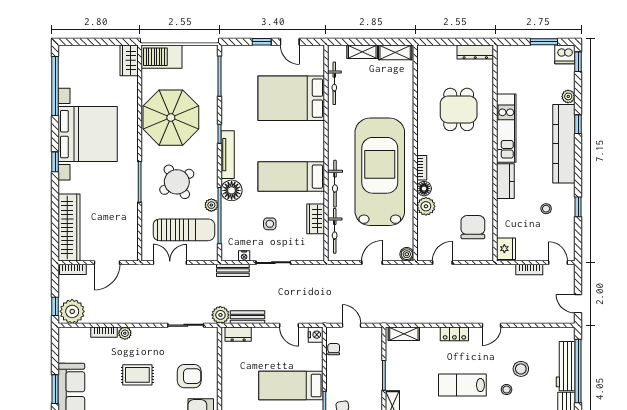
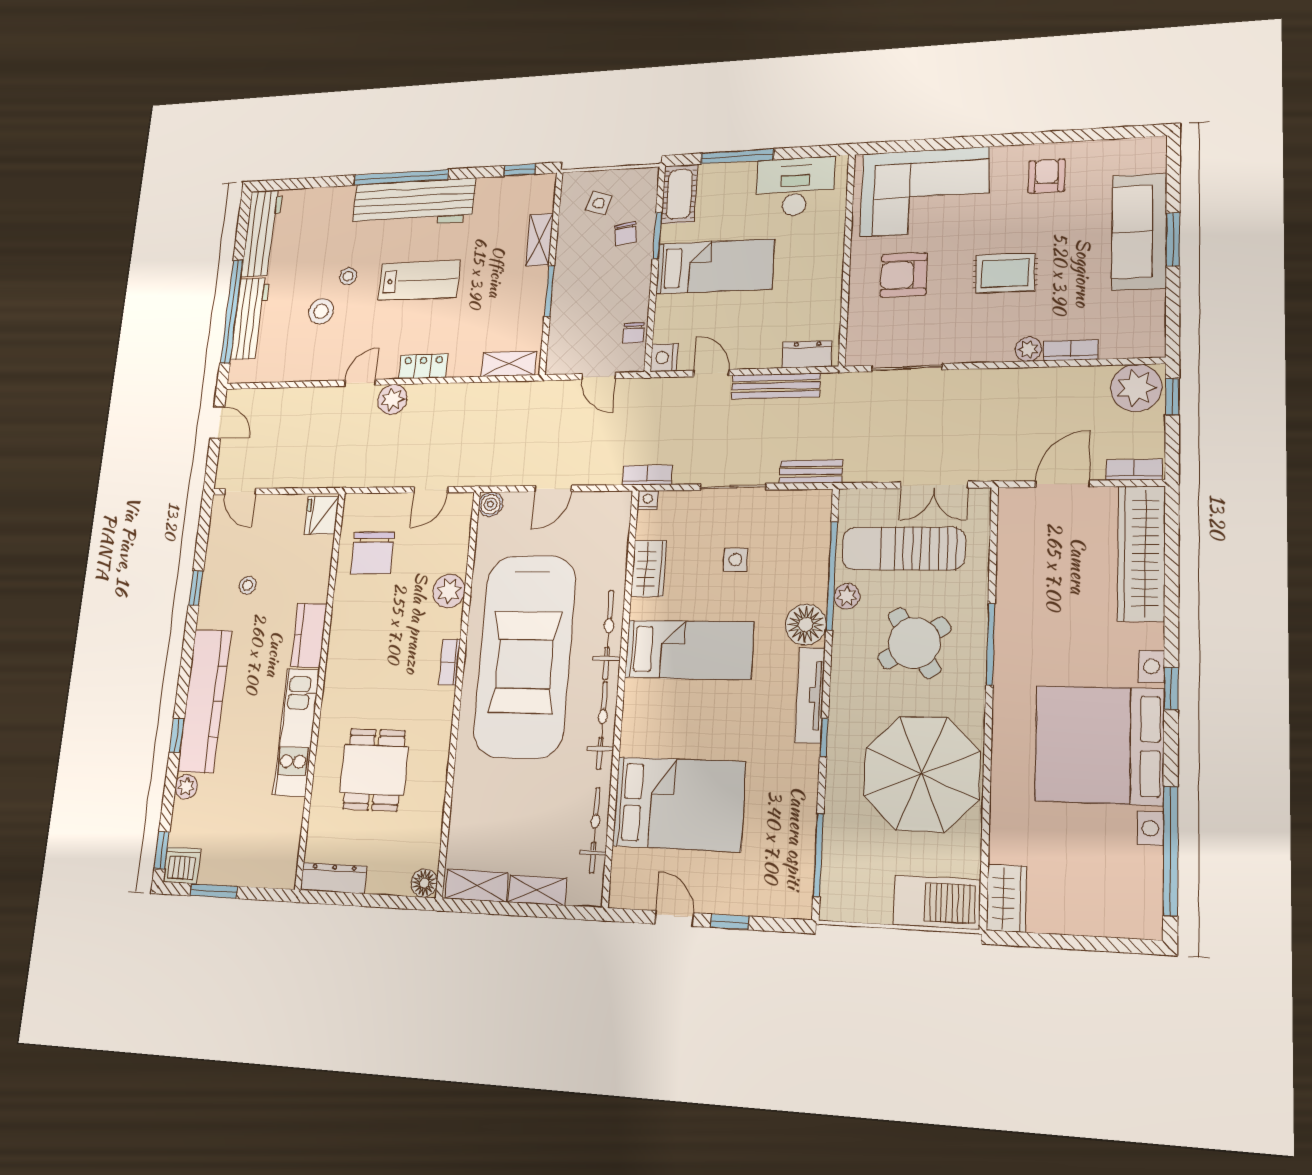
floor lamp: (424, 189) -> (424, 883), moved
bicycle: (335, 231) -> (602, 725), moved
nightstand: (244, 256) -> (648, 500), moved
bookcase: (529, 270) -> (647, 475), moved
plant: (220, 315) -> (392, 399), moved
bench: (248, 317) -> (776, 386), width x1.36

